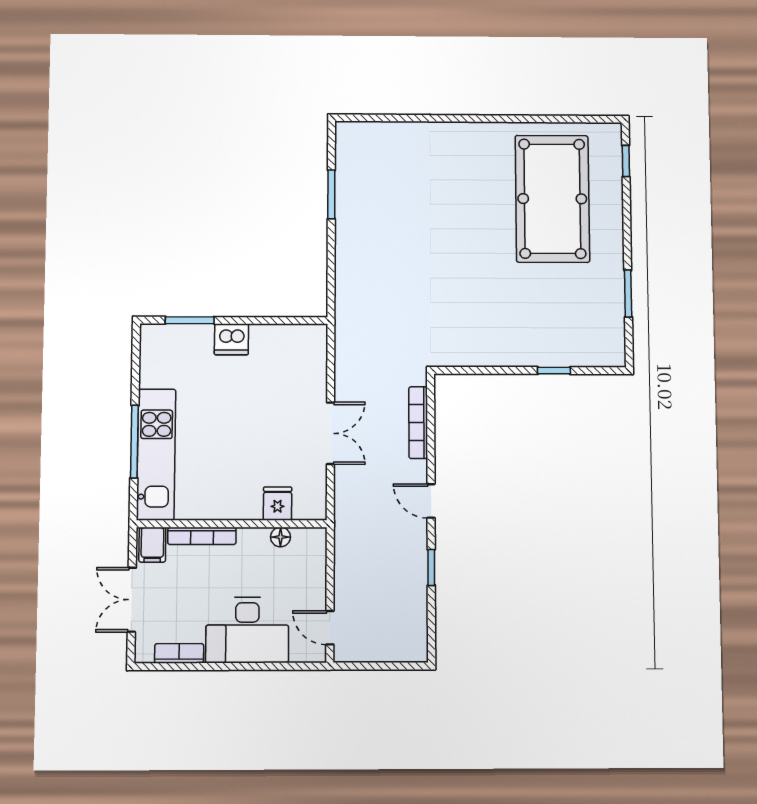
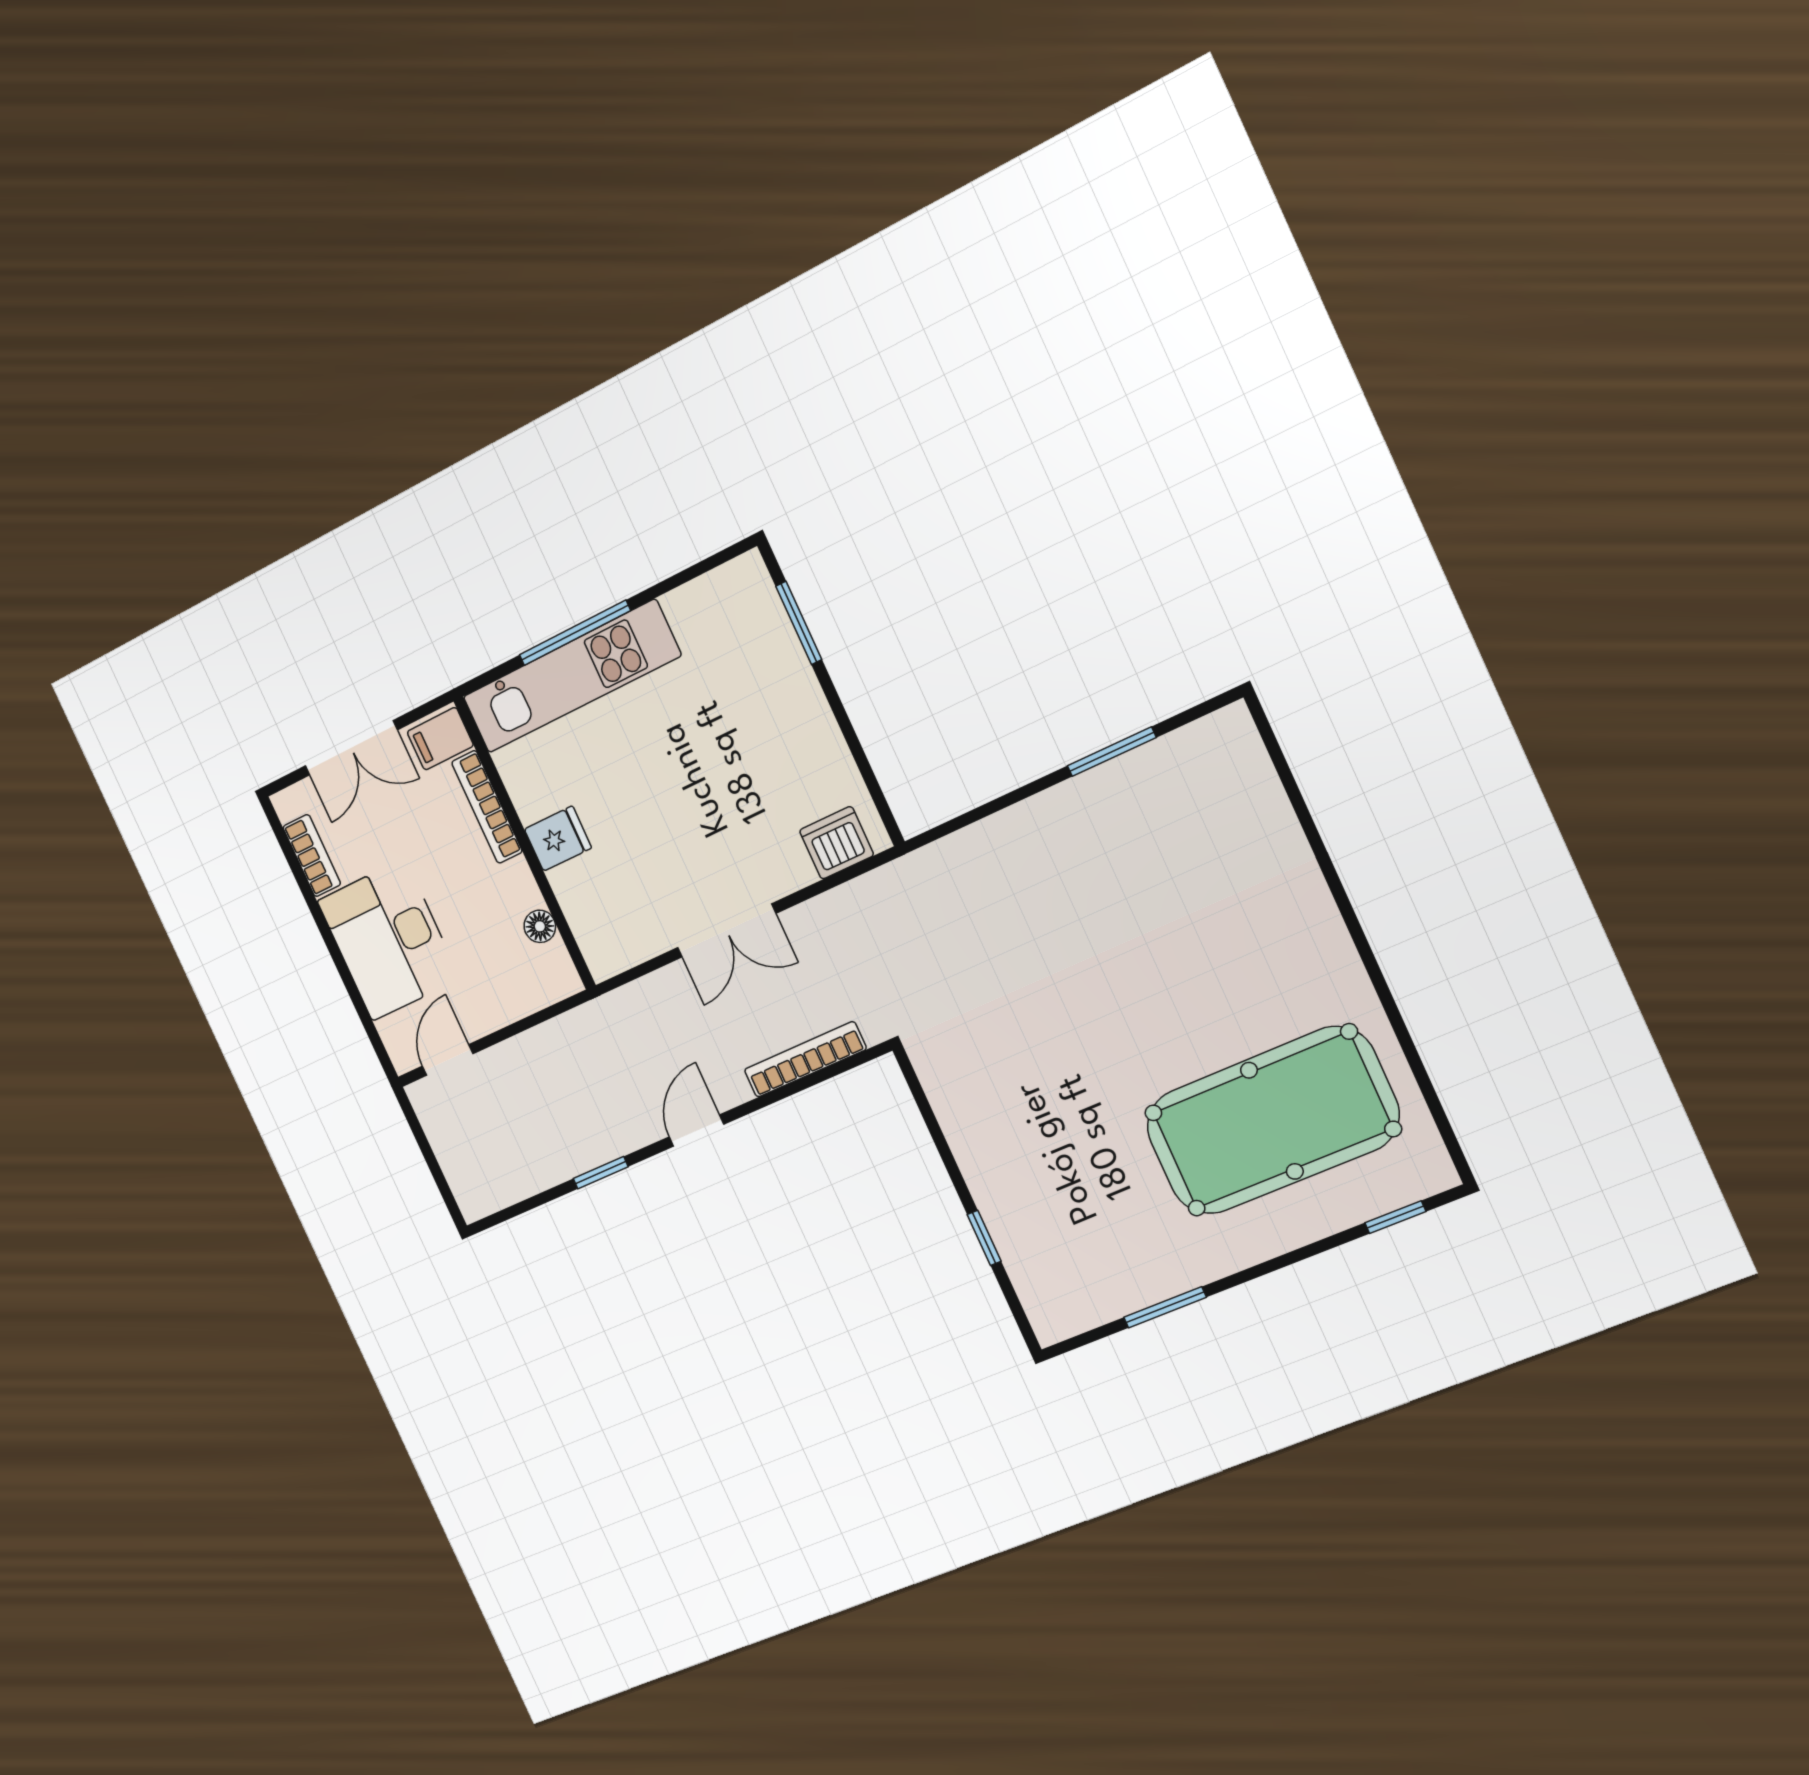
dishwasher: (231, 339) -> (837, 843), moved, turned 90
fridge: (278, 504) -> (558, 839), moved
double door: (132, 600) -> (351, 748), swing flipped

